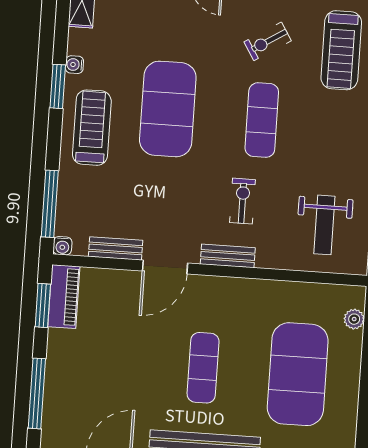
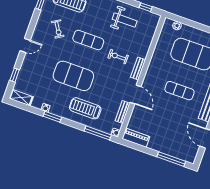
treadmill: (92, 128) -> (85, 108), moved
weight bench: (324, 225) -> (125, 20), moved
window: (43, 306) -> (137, 147), removed

